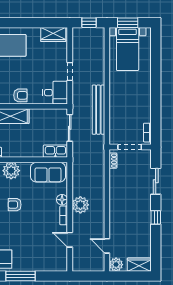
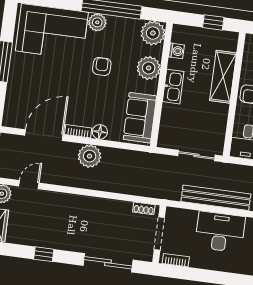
desk: (123, 103) -> (220, 232), added
kitchen sink: (55, 151) -> (173, 87), moved
sliding door: (156, 181) -> (108, 263), width x1.37
window: (156, 217) -> (44, 254), moved
door: (70, 240) -> (44, 135), width x1.87

